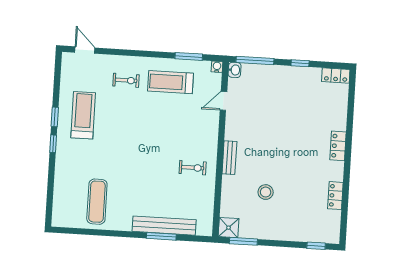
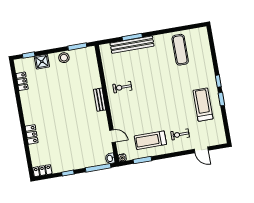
door: (85, 50) -> (201, 150), moved
treadmill: (171, 82) -> (150, 140), turned 180
door: (223, 101) -> (113, 136), hinge flipped
treadmill: (83, 115) -> (203, 105), turned 180
locker: (338, 146) -> (32, 134), moved
stool: (266, 192) -> (64, 58), moved
locker: (335, 196) -> (22, 81), moved
shower: (229, 228) -> (42, 62), moved

